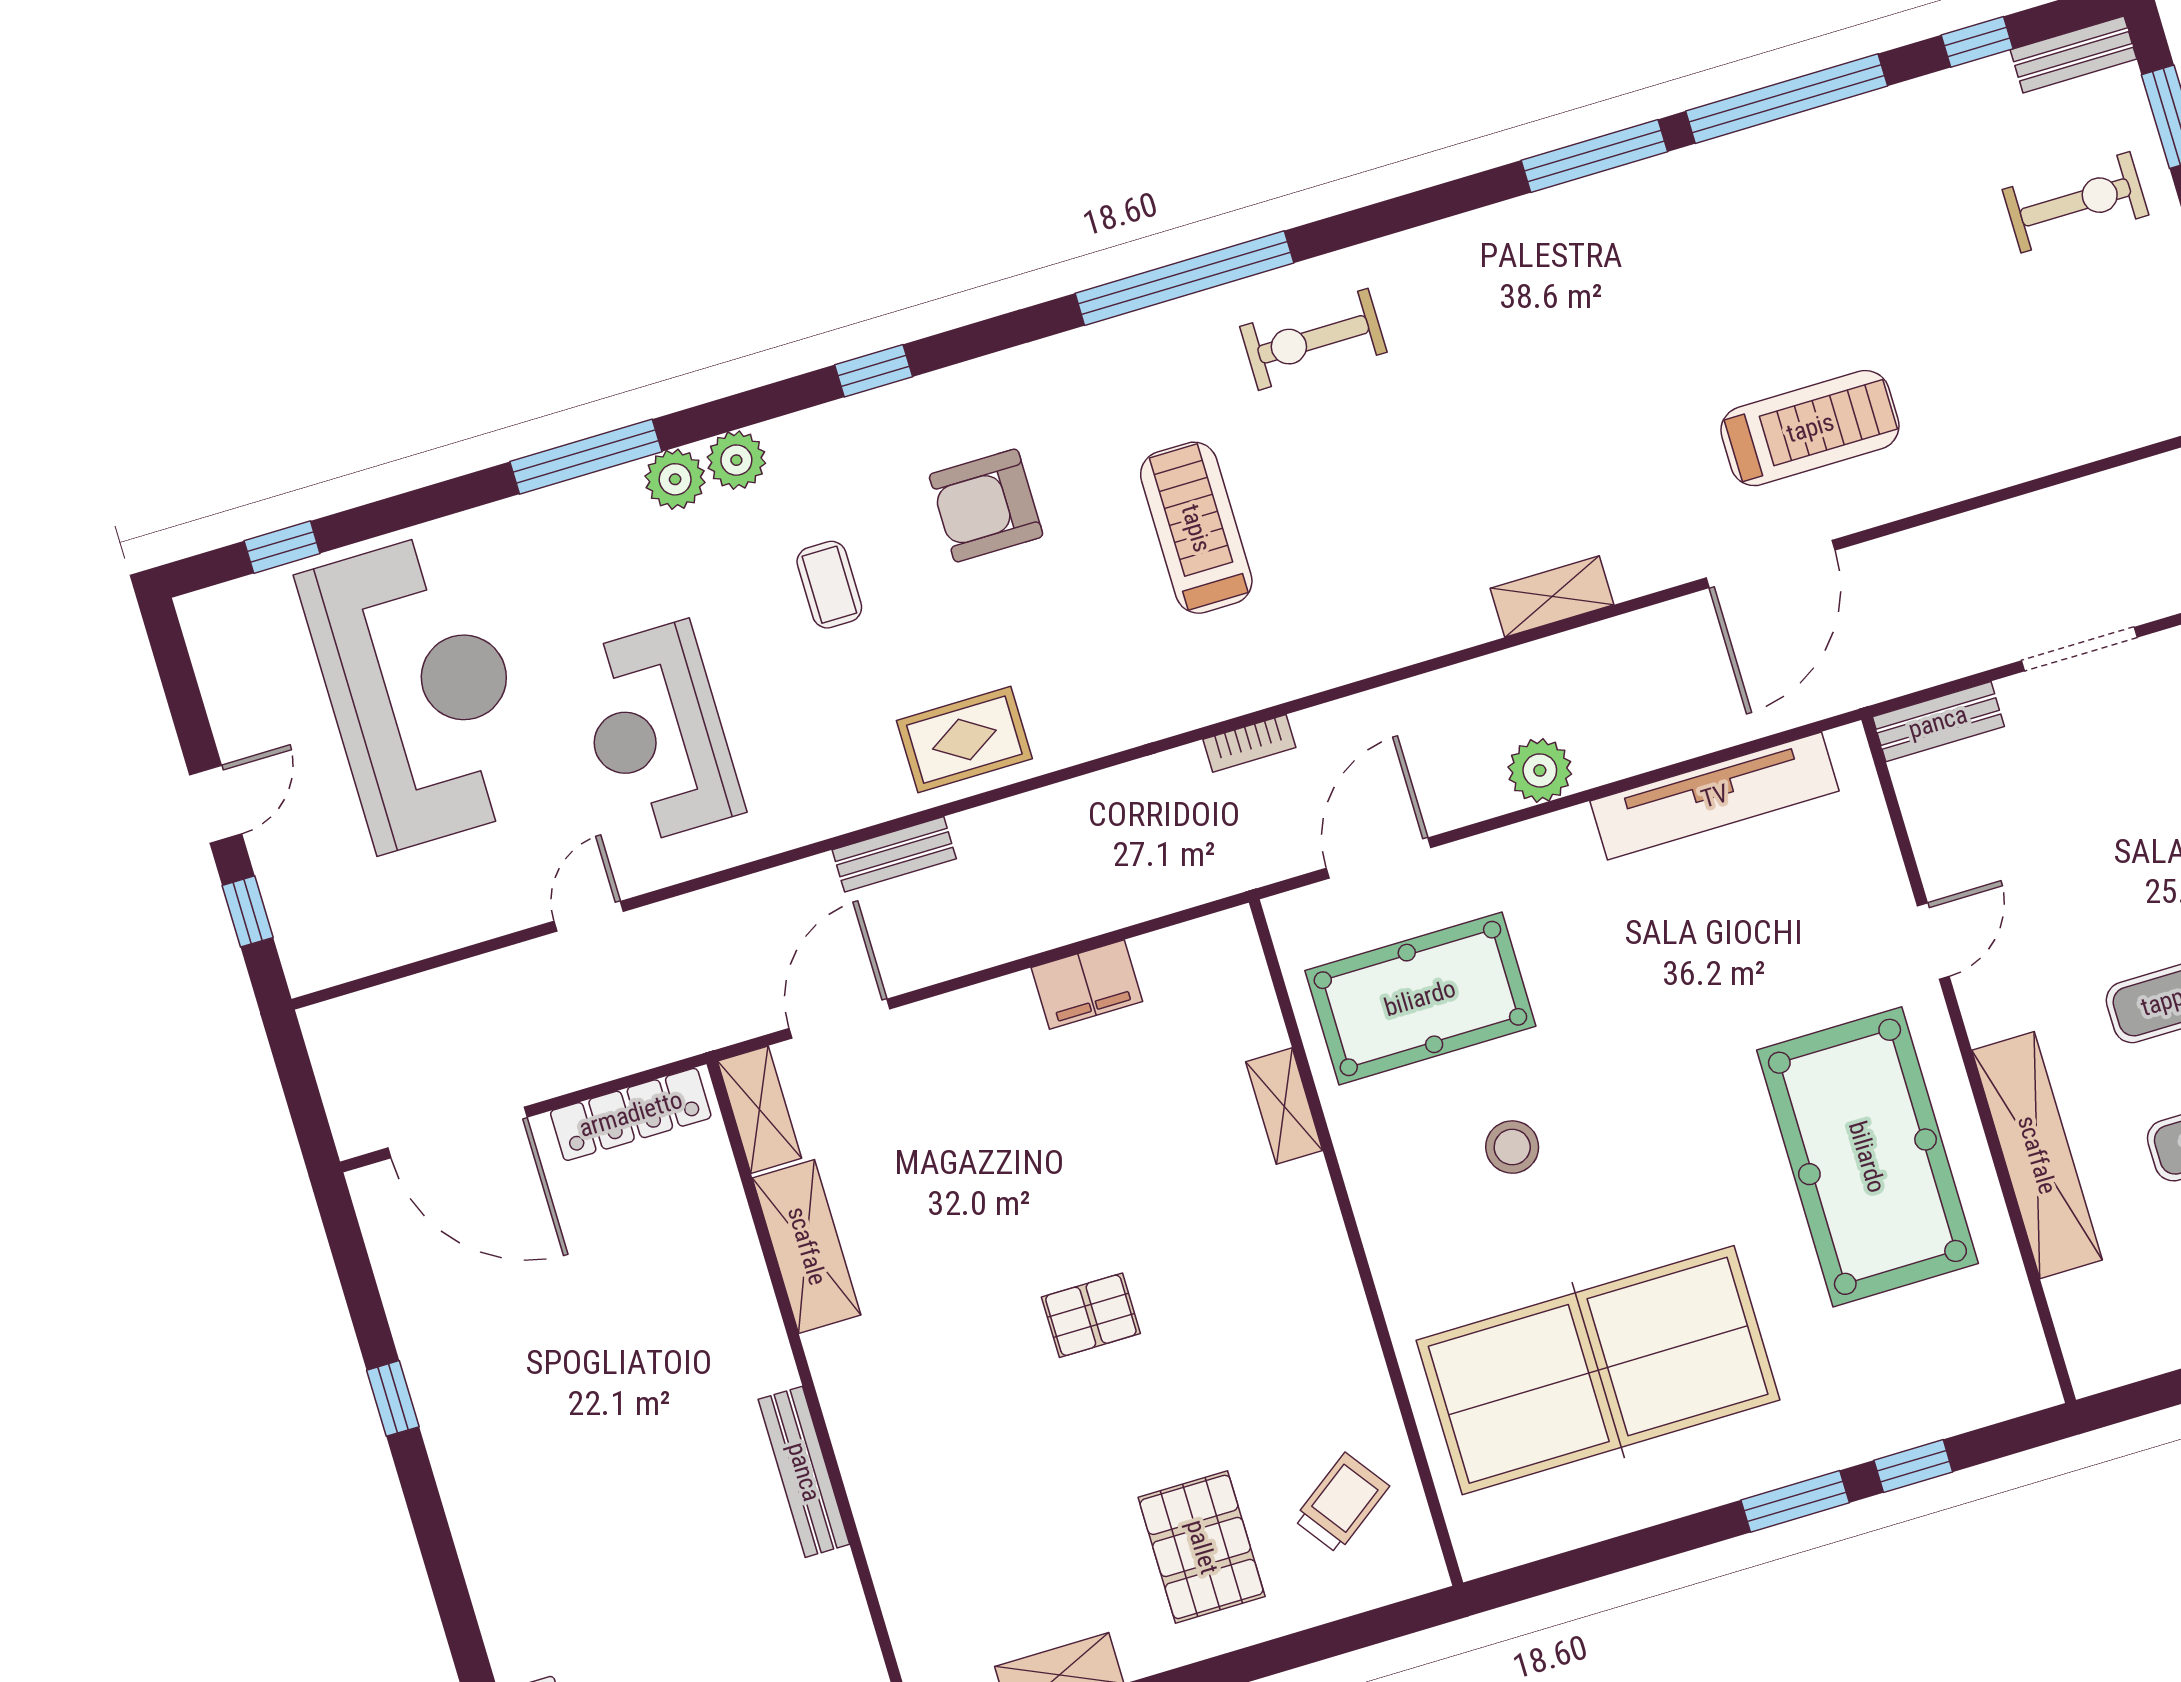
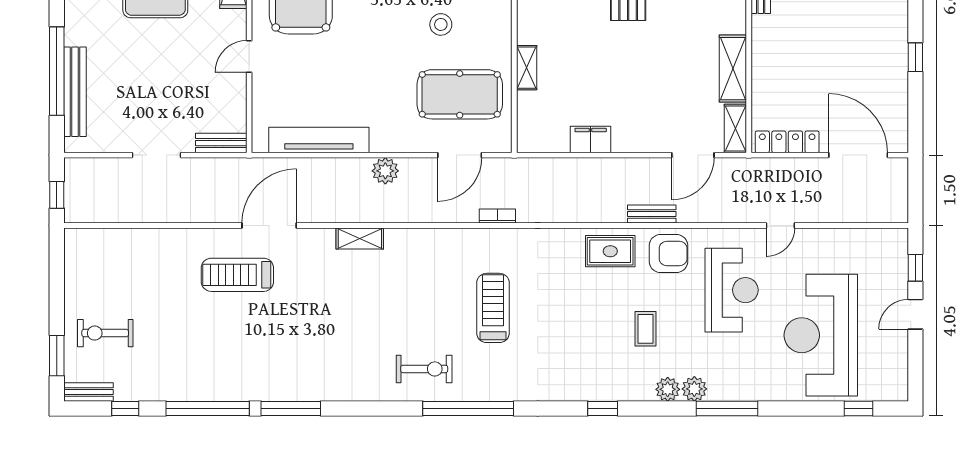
armchair: (986, 505) -> (668, 254), moved
treadmill: (1196, 528) -> (493, 308), turned 180

